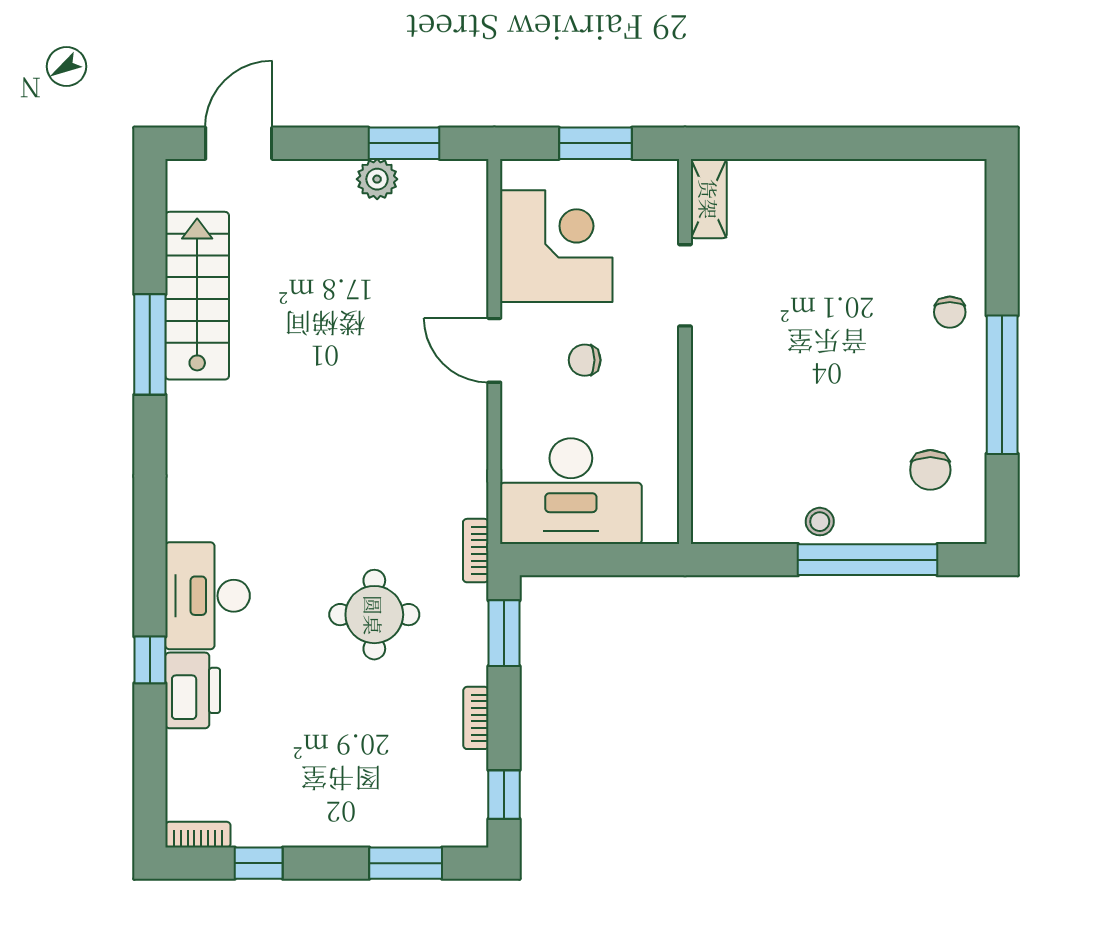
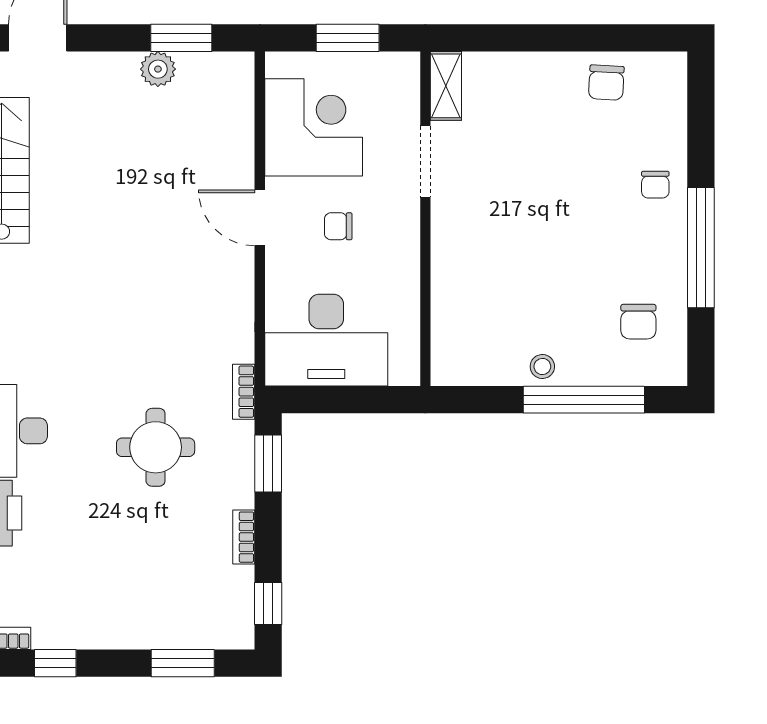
chair: (893, 195) -> (606, 83), added

